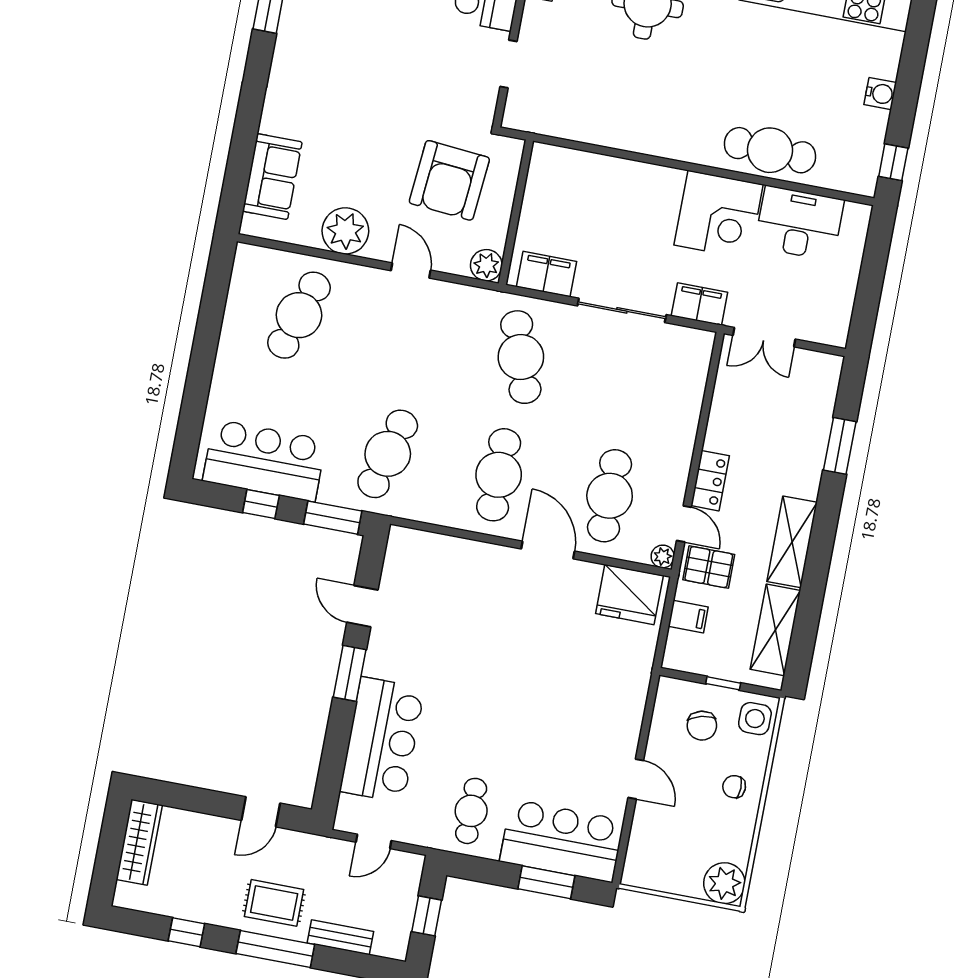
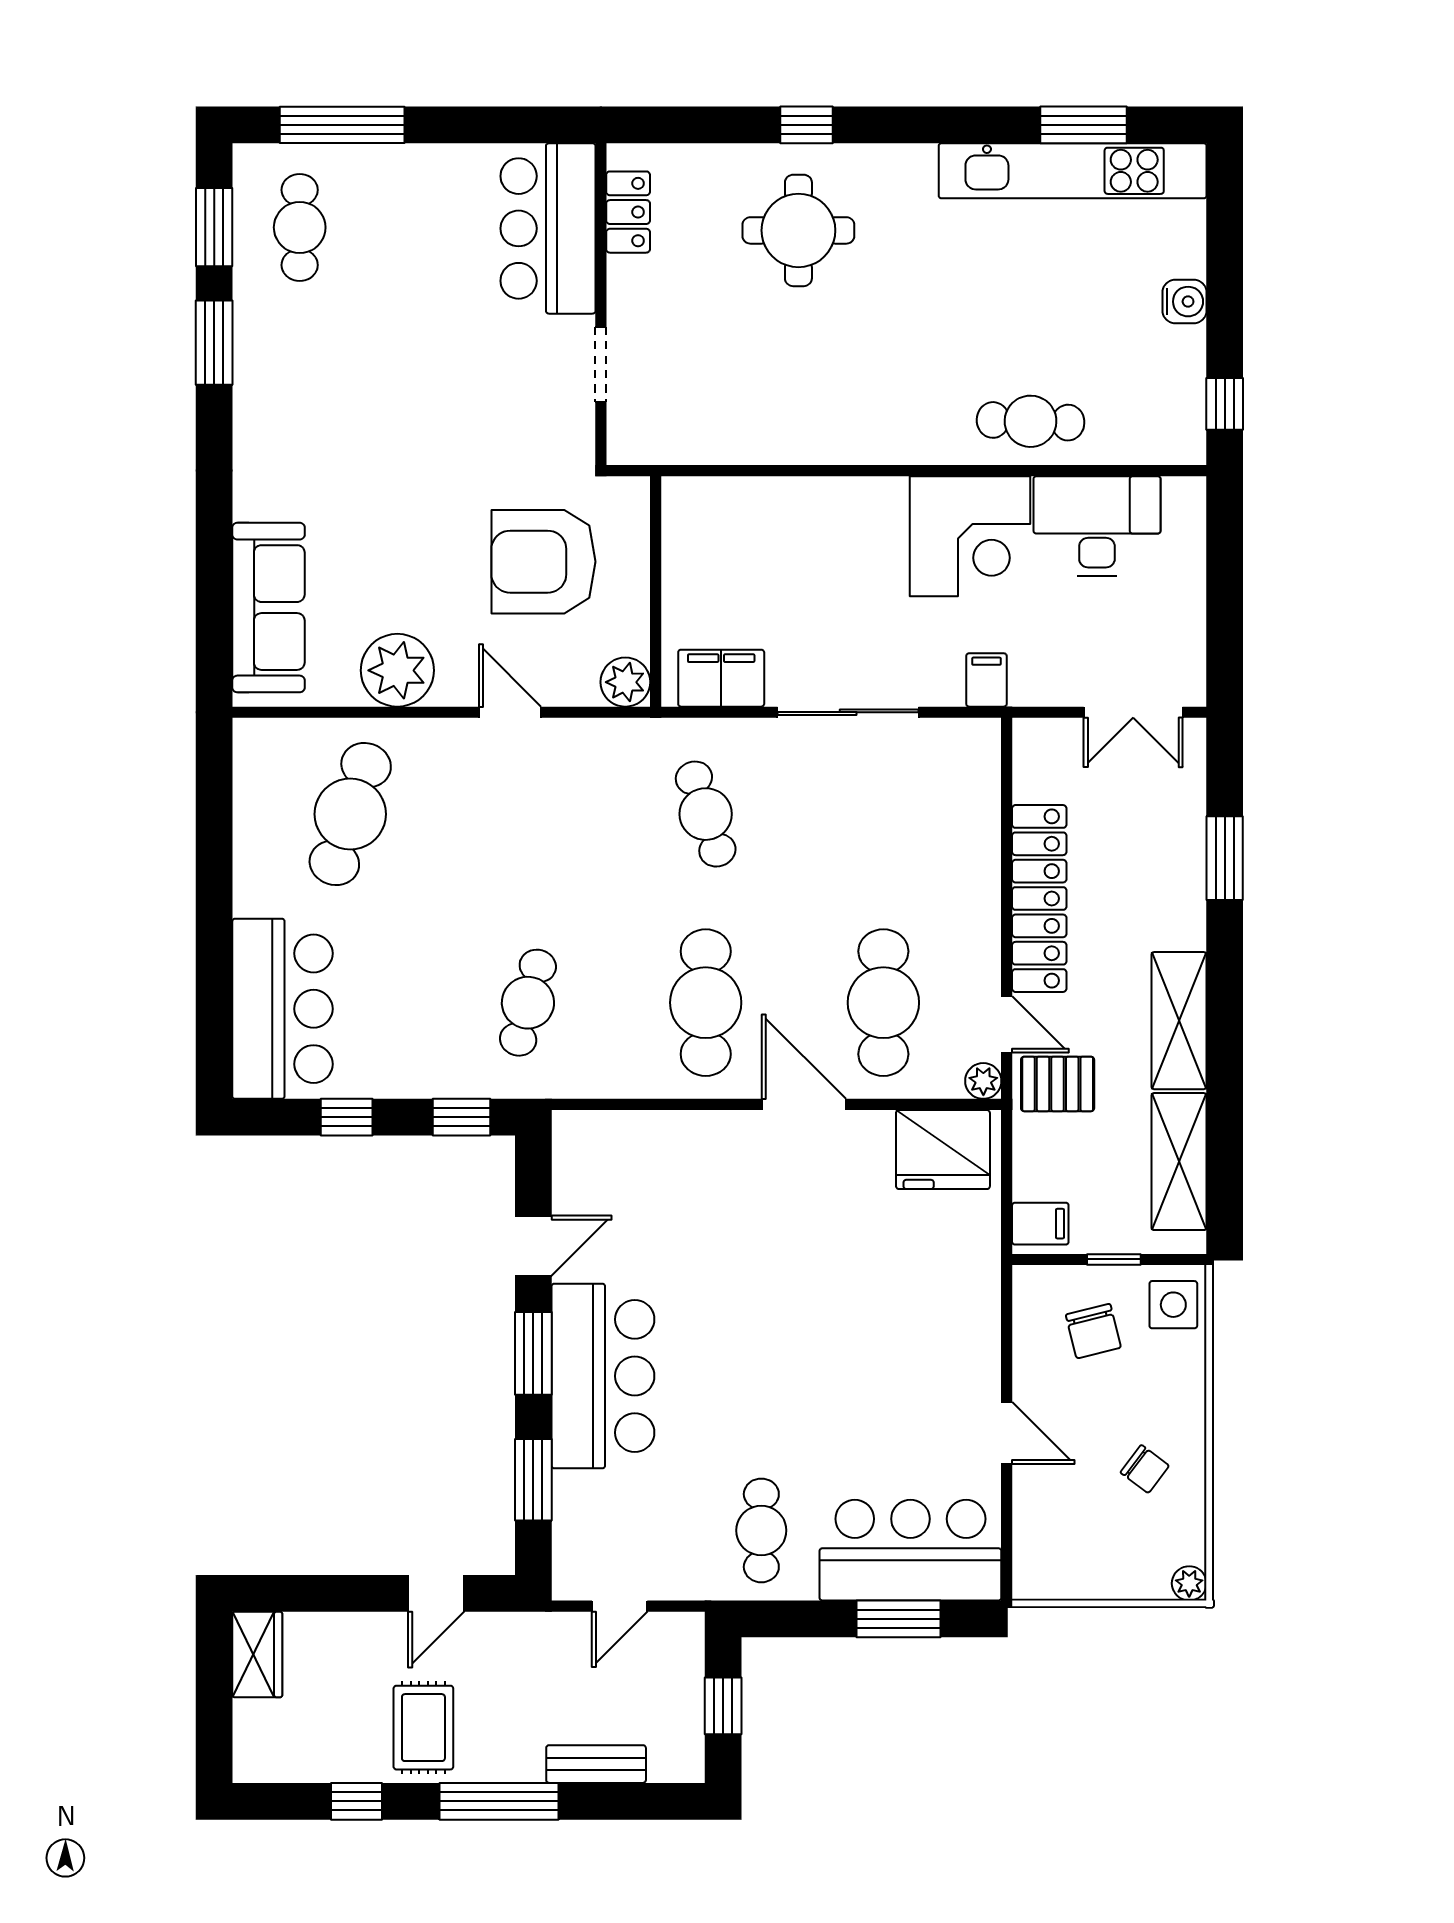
cafe table: (770, 150) -> (1031, 421), width x0.73, depth x0.74
sofa: (272, 177) -> (268, 608), width x1.36
armchair: (449, 180) -> (543, 562), turned 85
filing cabinet: (699, 304) -> (986, 680), width x0.50
double door: (764, 337) -> (1133, 712), moved
cafe table: (521, 357) -> (706, 814), width x0.73, depth x0.74
cafe table: (388, 454) -> (528, 1003), width x0.73, depth x0.74
bar counter: (264, 460) -> (282, 1009), moved, turned 90
locker: (710, 481) -> (1039, 898), width x2.16, depth x1.21
window: (333, 518) -> (462, 1117), width x0.67
door: (362, 606) -> (533, 1246), swing flipped
filing cabinet: (688, 617) -> (1040, 1224), moved
bar counter: (382, 740) -> (603, 1376), moved
window: (335, 752) -> (533, 1480), added
chair: (734, 787) -> (1145, 1469), moved, turned -143
wardrobe: (139, 842) -> (257, 1654), width x0.67
plant: (724, 883) -> (1189, 1583), width x0.53, depth x0.53
rug: (274, 903) -> (423, 1728), moved, turned 90

